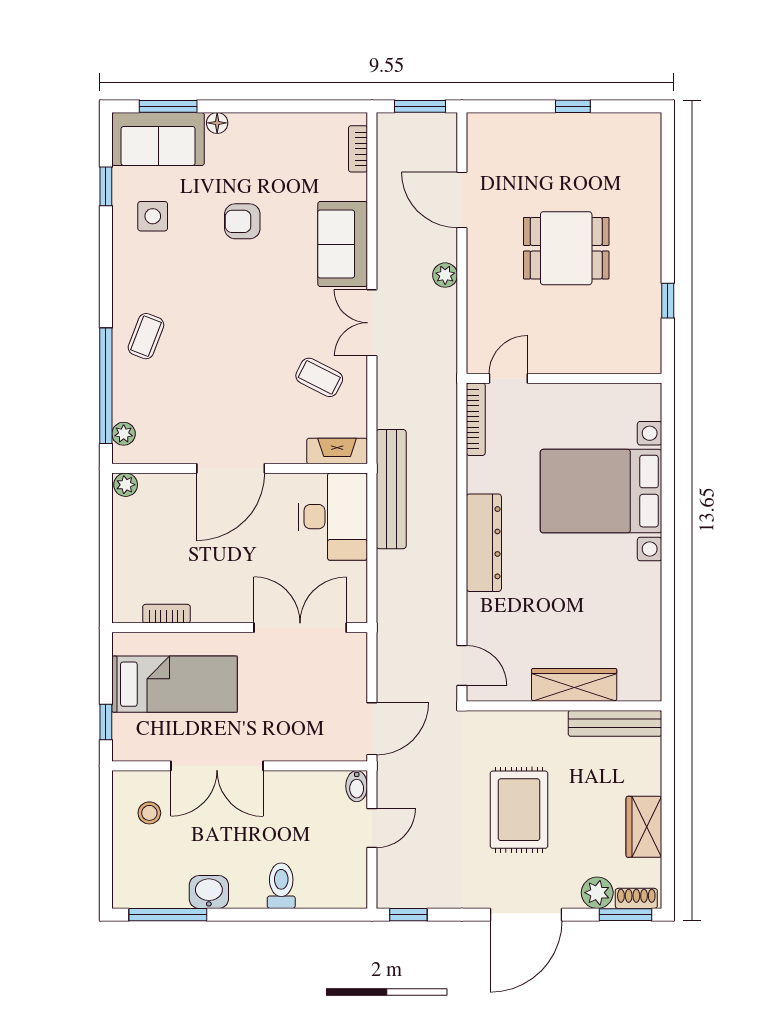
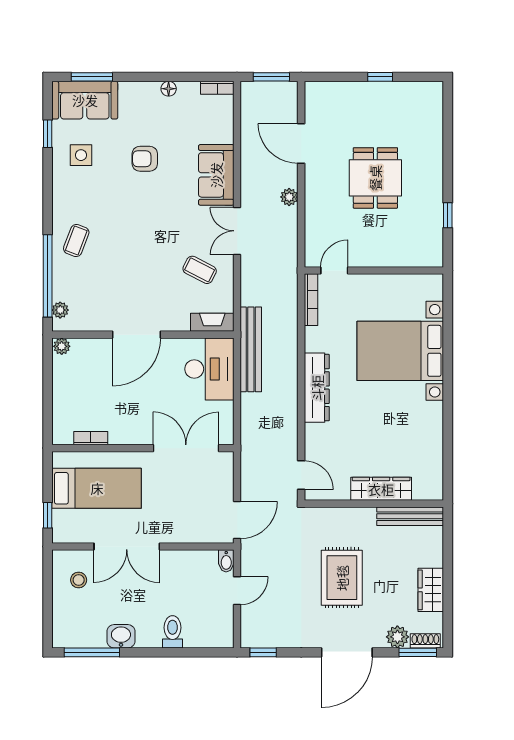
floor lamp: (217, 123) -> (169, 89), moved
bookcase: (358, 149) -> (217, 88), moved, turned -90
dining table: (566, 248) -> (375, 178), turned 90

